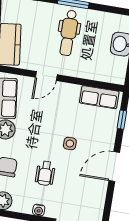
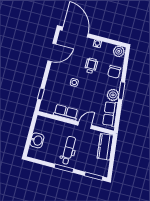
row of seats: (99, 97) -> (66, 112), moved
door: (114, 167) -> (52, 52), moved

